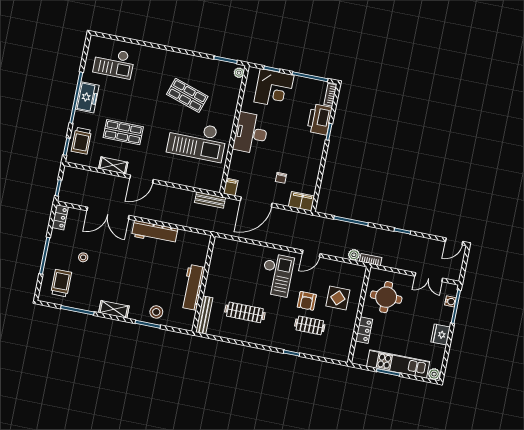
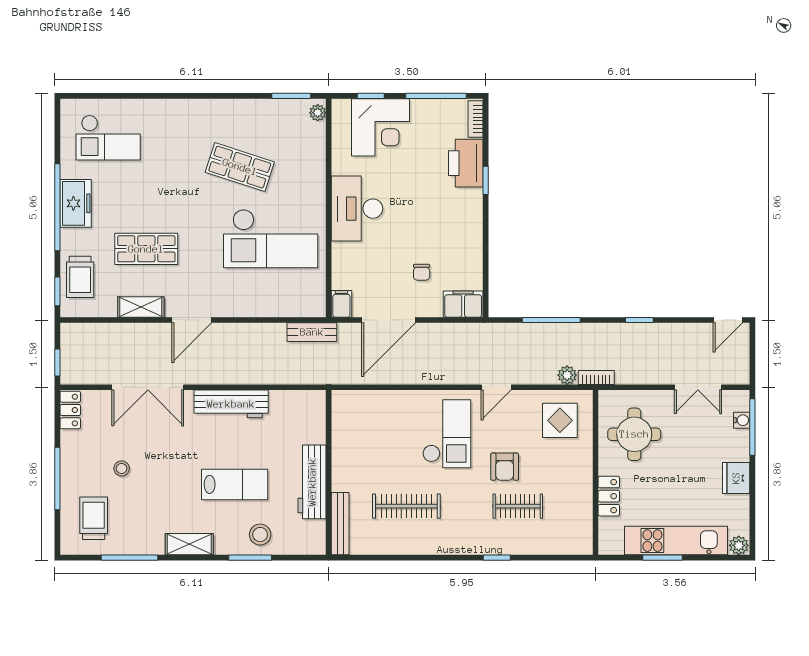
lab bench: (147, 280) -> (235, 484), added
display table: (338, 298) -> (560, 420), moved

